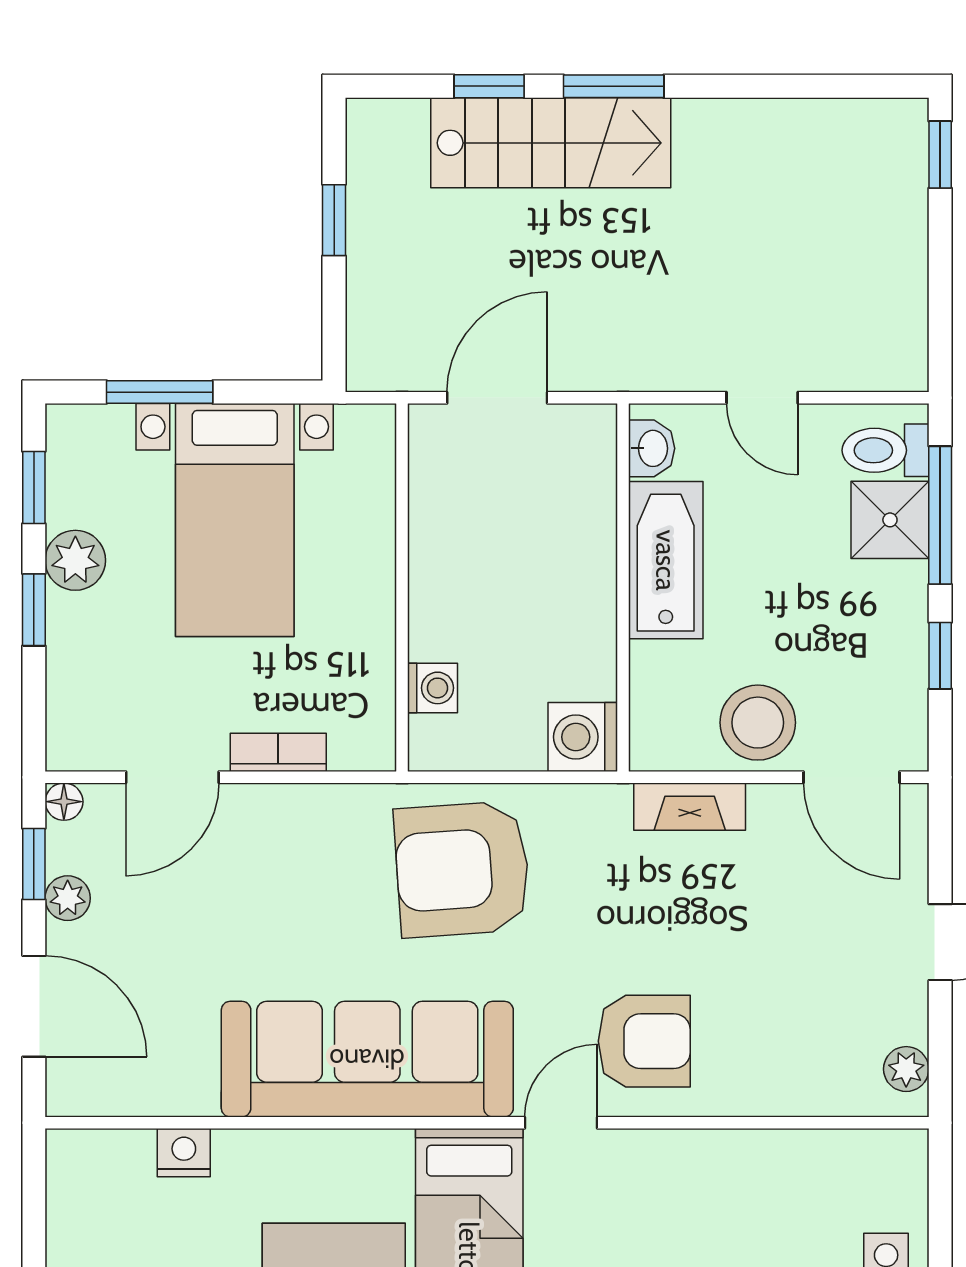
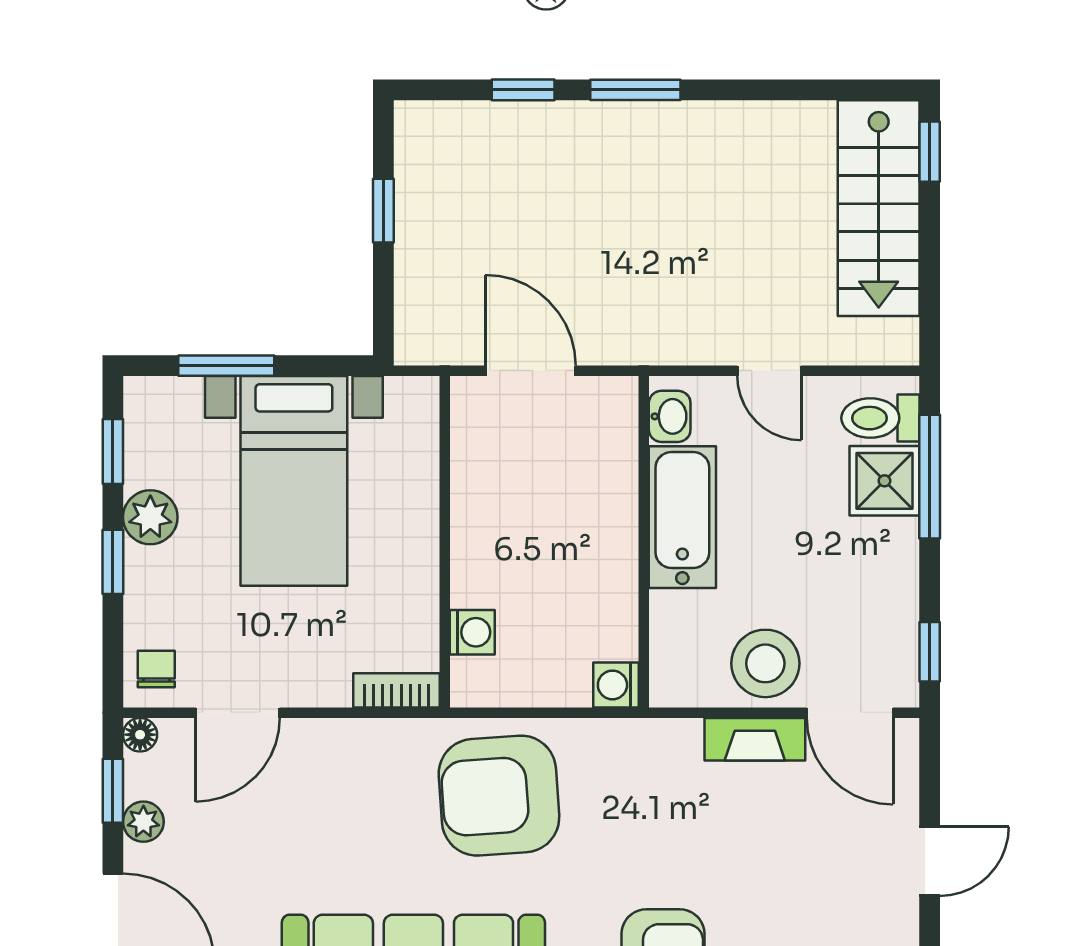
stairs: (551, 143) -> (879, 208), moved, turned 90
door: (497, 398) -> (530, 371), hinge flipped
window: (940, 656) -> (930, 652), moved
chair: (82, 729) -> (156, 669), added
washing machine: (583, 737) -> (616, 685), width x0.73, depth x0.73
bookcase: (278, 752) -> (396, 690), moved
fireplace: (690, 807) -> (755, 739), moved

